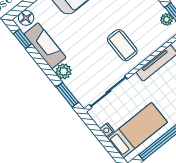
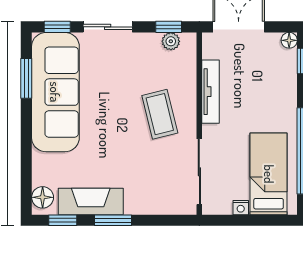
coffee table: (122, 45) -> (160, 114), turned 76
plant: (64, 71) -> (136, 203), removed
window: (67, 95) -> (113, 220), moved

